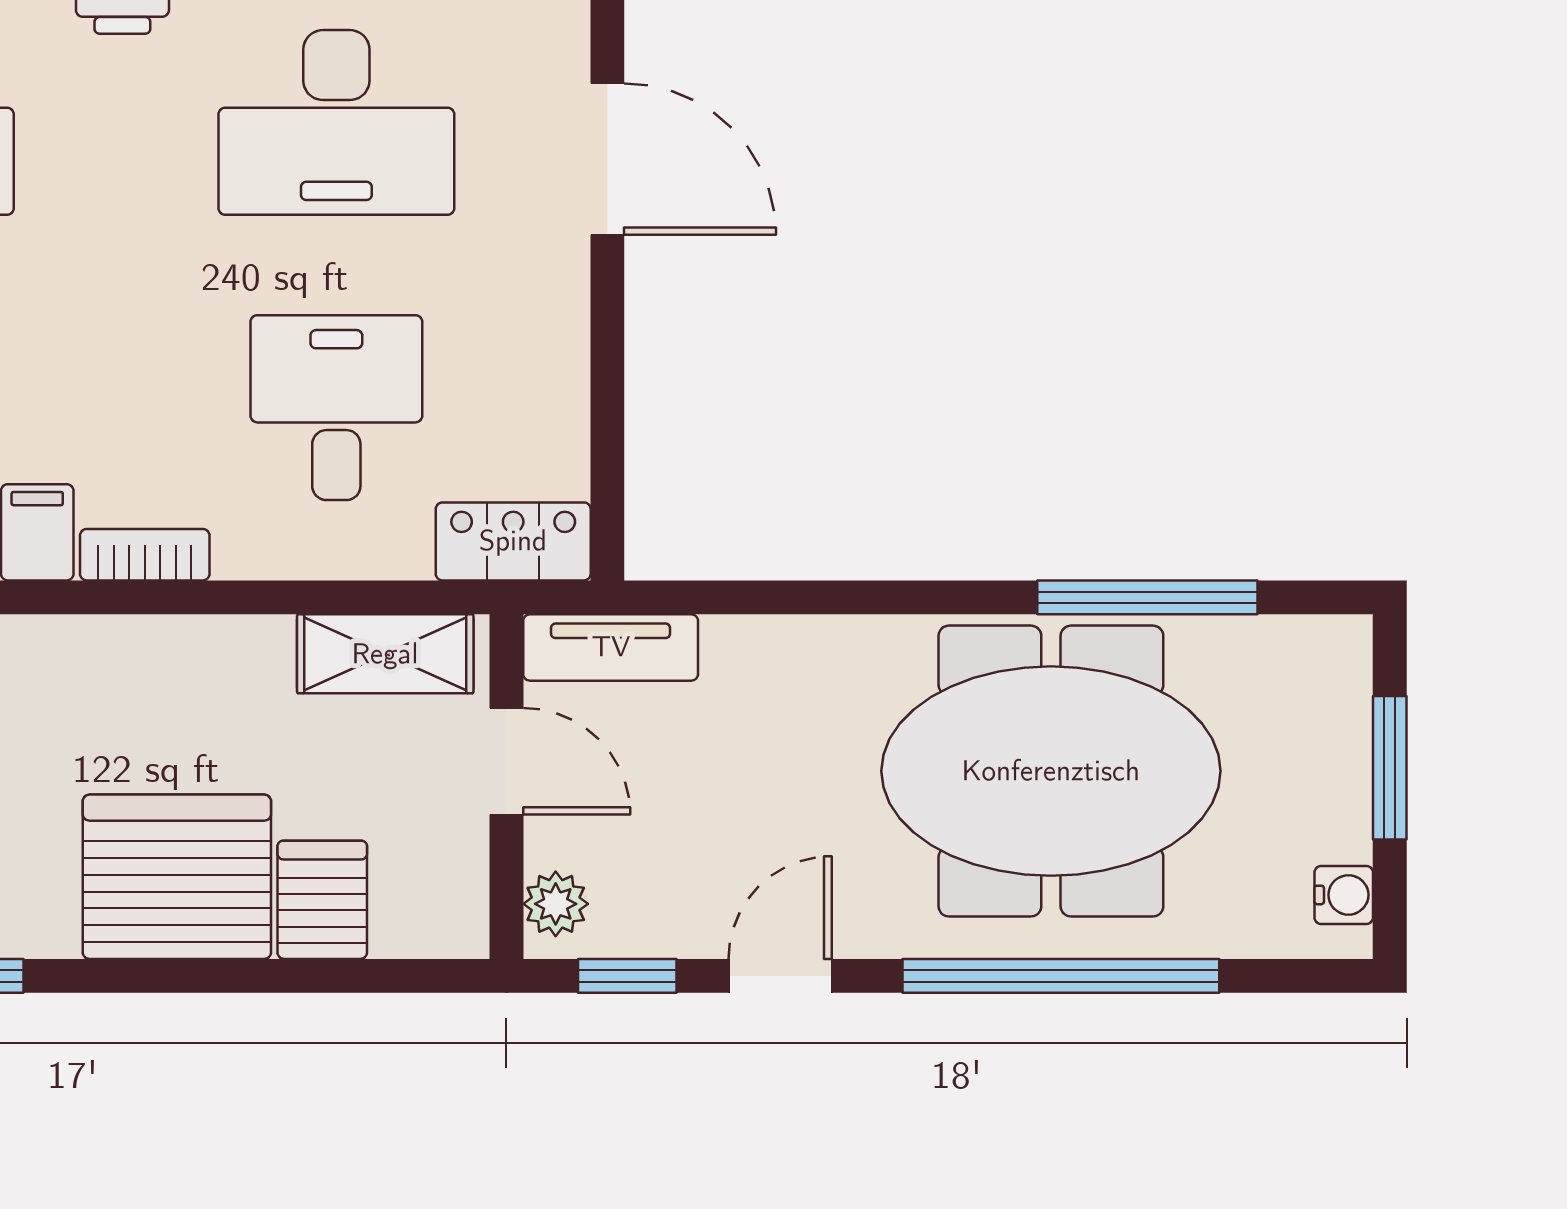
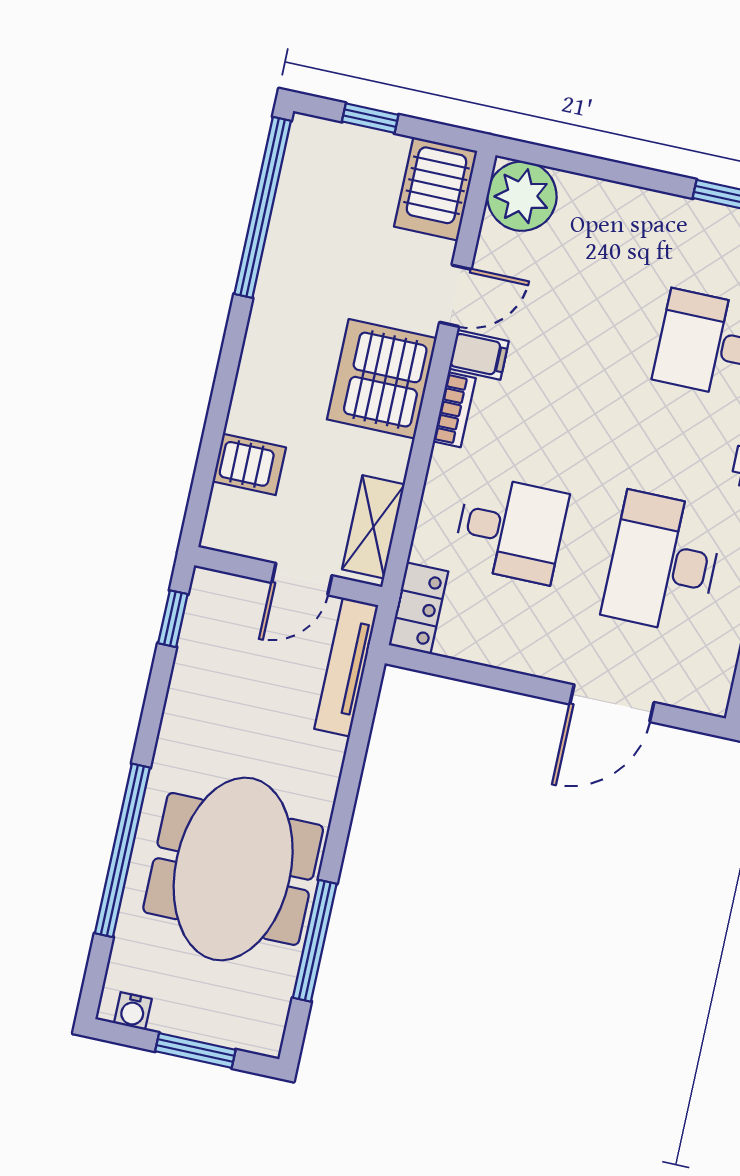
tv unit: (611, 647) -> (346, 667), width x1.41
server rack: (177, 877) -> (382, 379), moved, turned 180
plant: (556, 904) -> (220, 589), removed
door: (780, 976) -> (155, 700), removed

